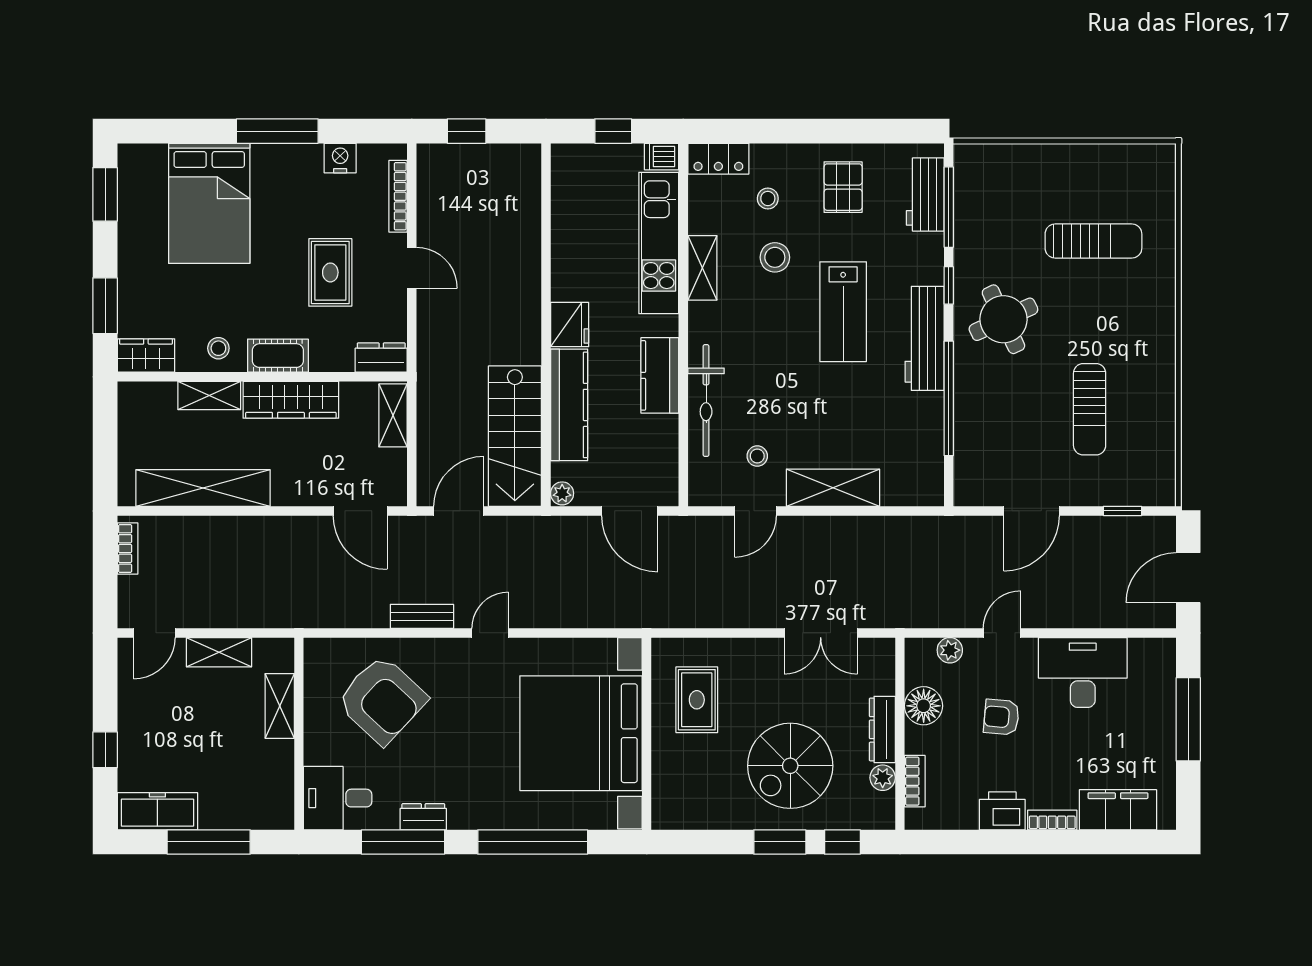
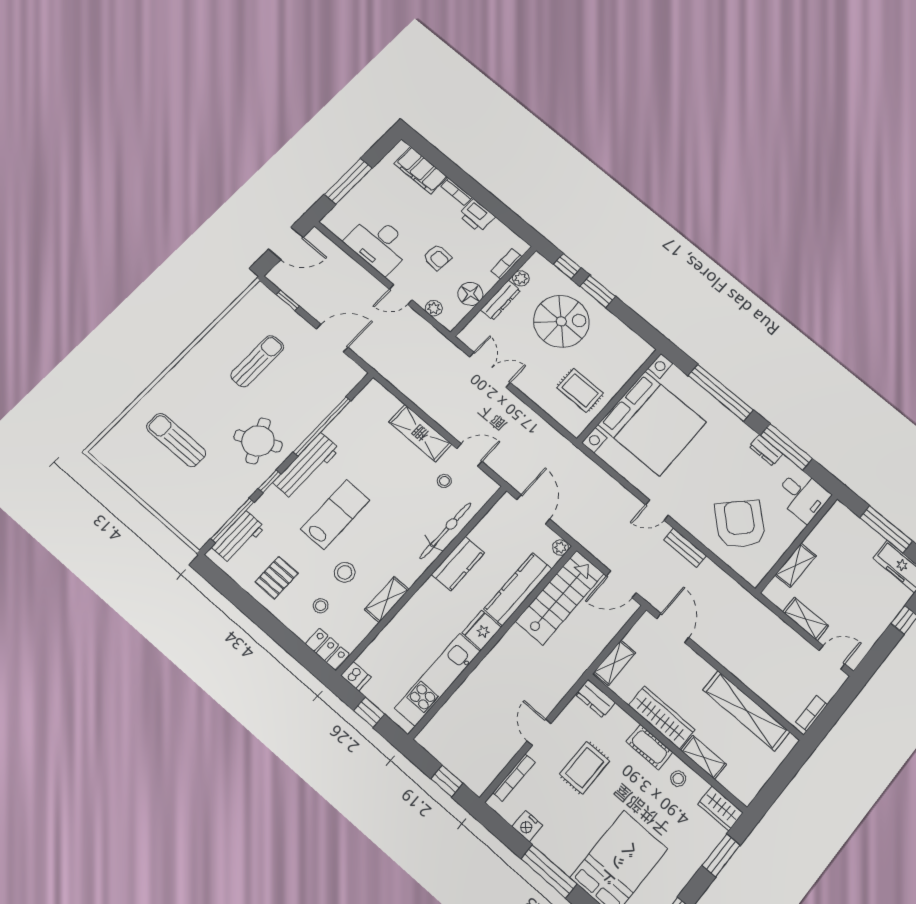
kitchen unit: (659, 243) -> (438, 680), moved, turned 180
rug: (697, 700) -> (580, 390), turned 90

